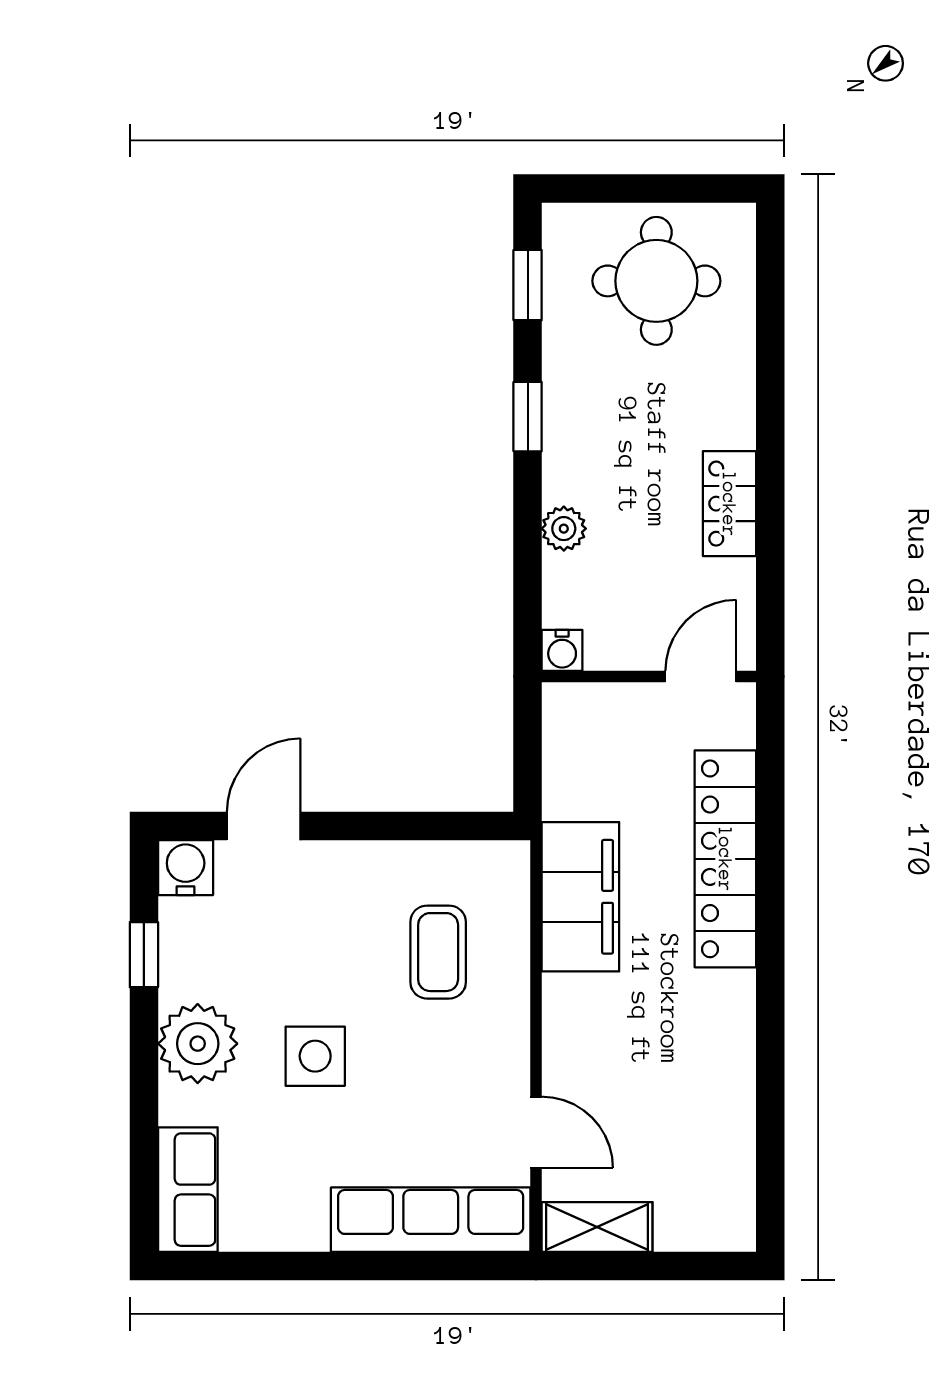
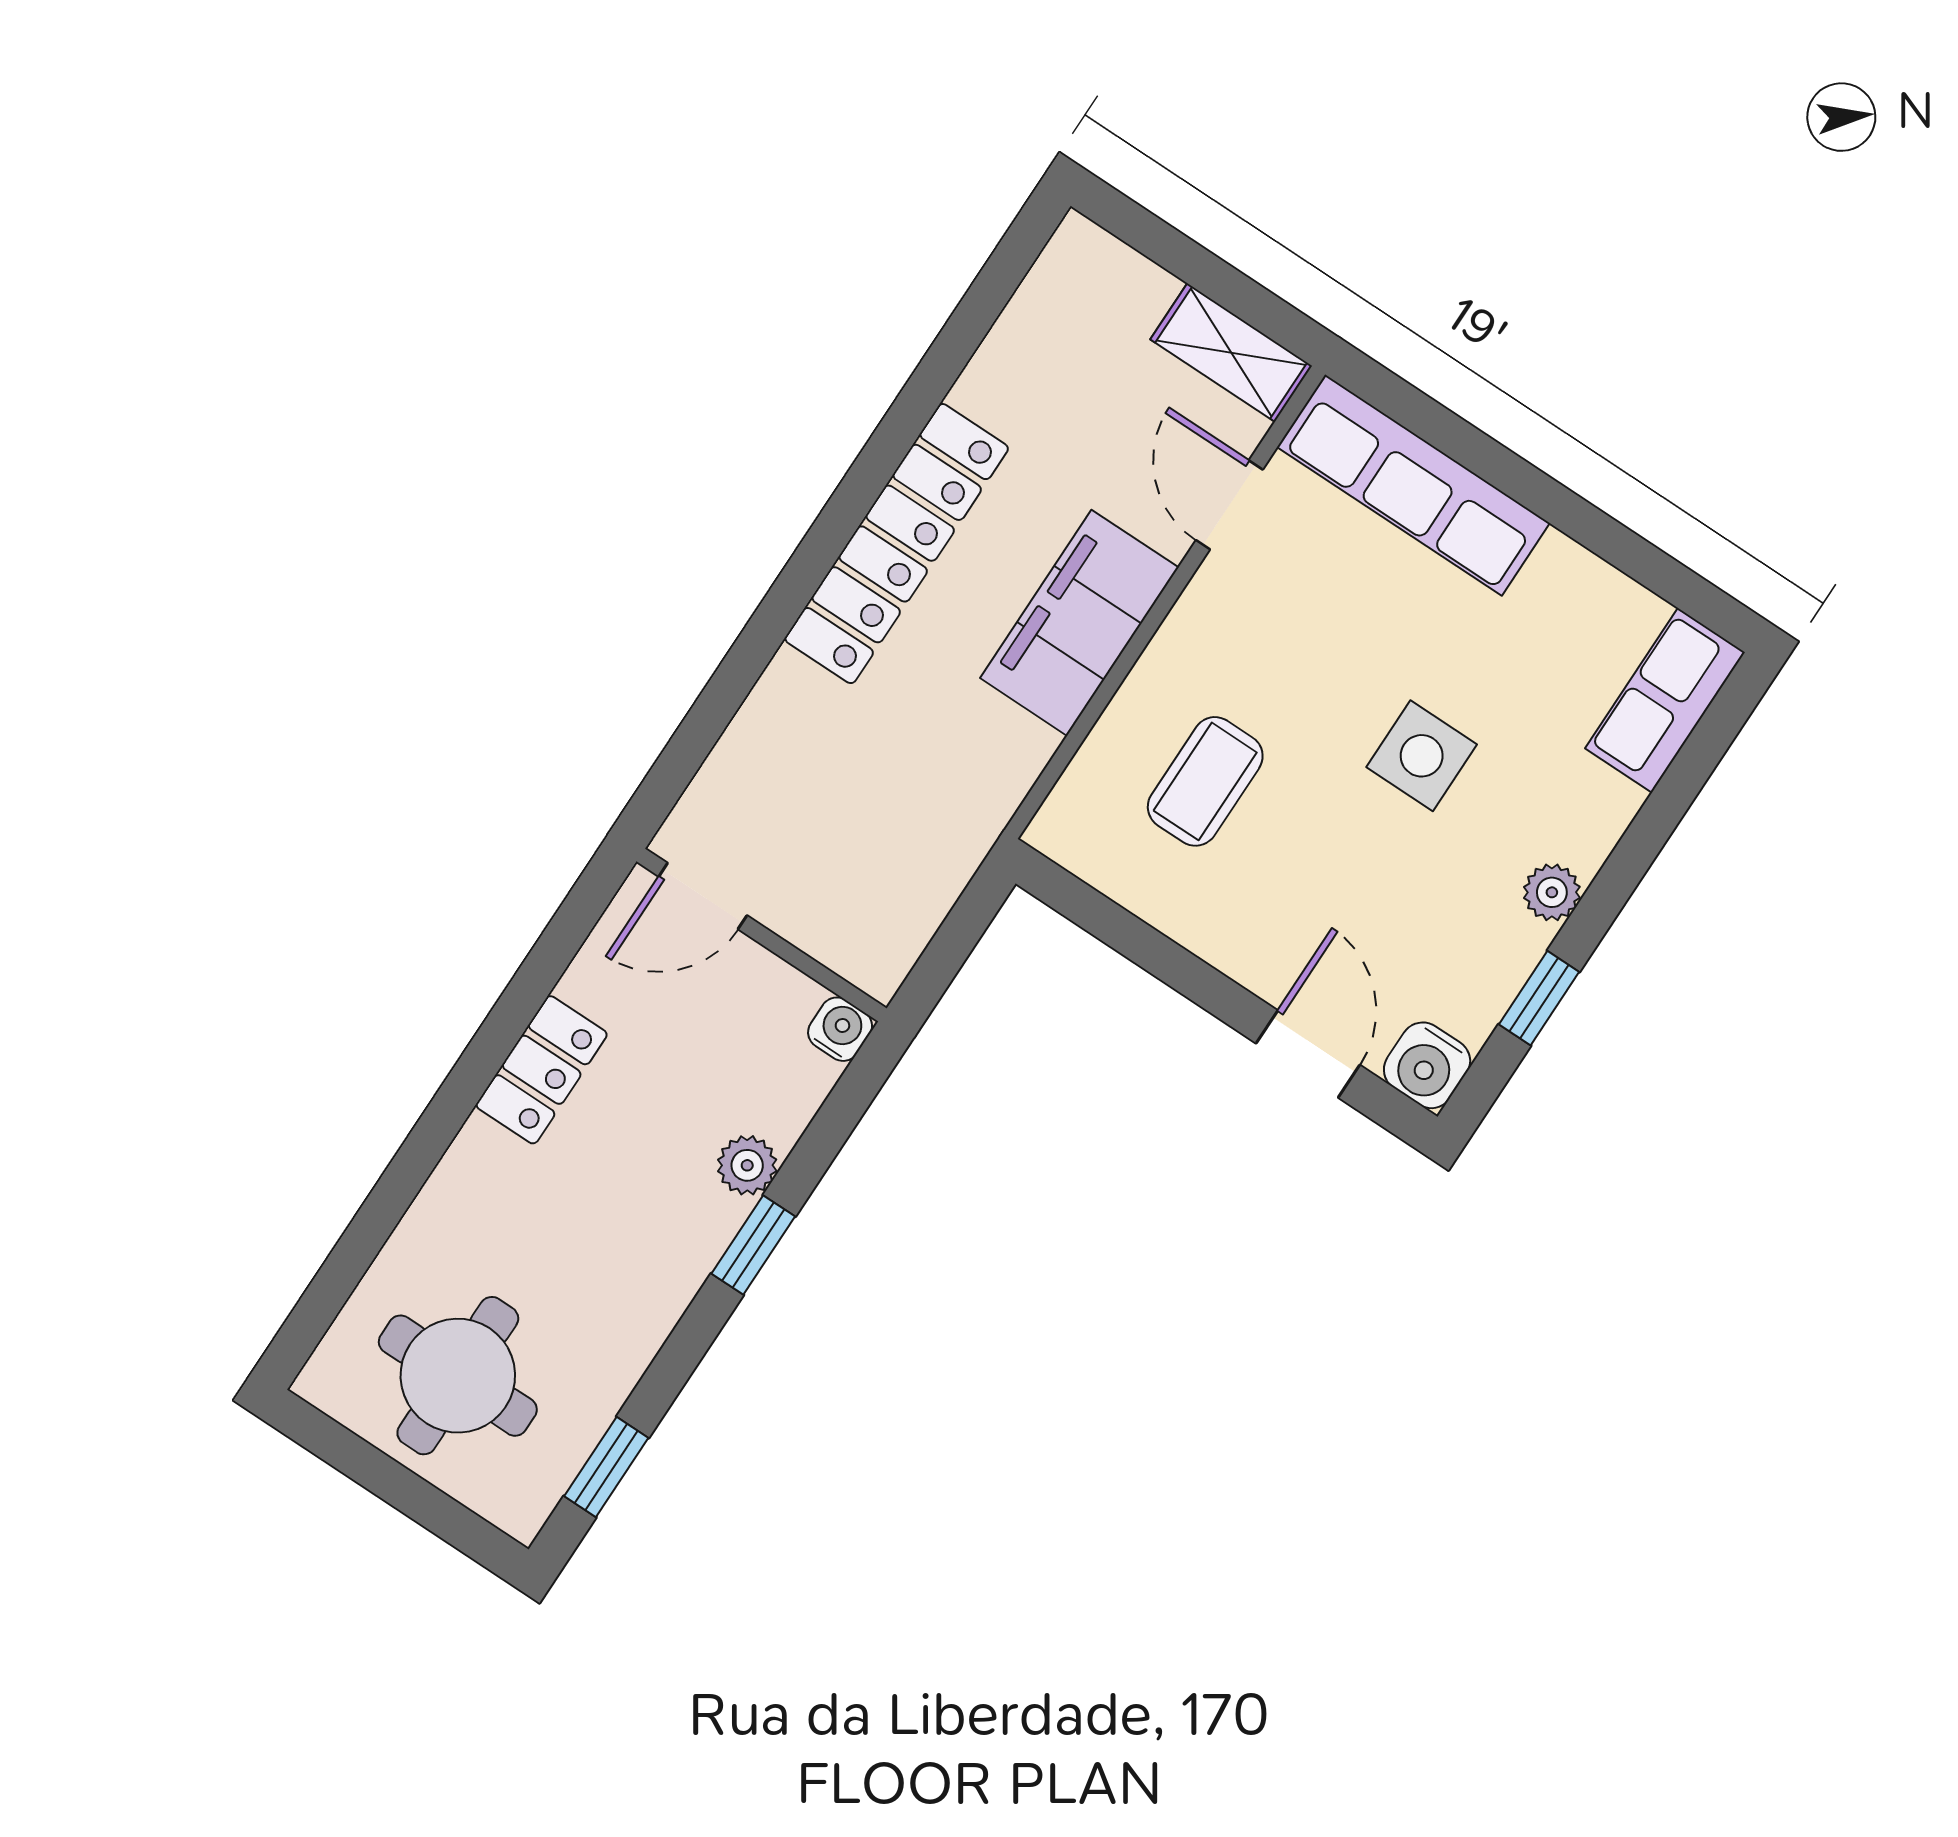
window: (528, 417) -> (753, 1245), moved
door: (264, 826) -> (1308, 1054), swing flipped
locker: (725, 859) -> (897, 544), moved
filing cabinet: (580, 897) -> (1079, 623), moved
plant: (198, 1044) -> (1552, 892), width x0.53, depth x0.53

